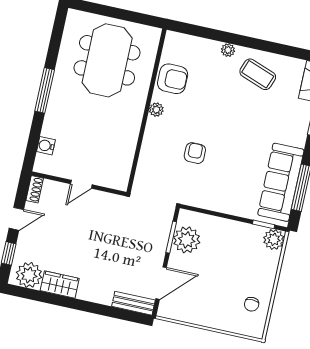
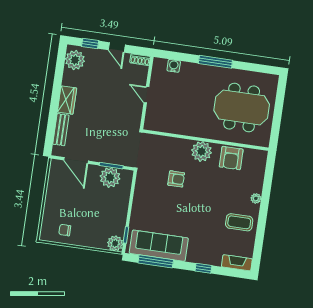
coffee table: (258, 74) -> (239, 222), turned 70
plant: (156, 110) -> (202, 151), width x1.88, depth x1.88
wardrobe: (60, 285) -> (67, 100), moved
bench: (133, 303) -> (61, 130), moved

